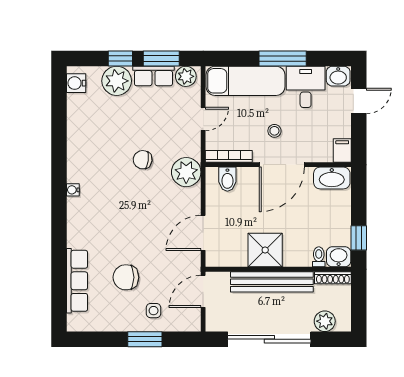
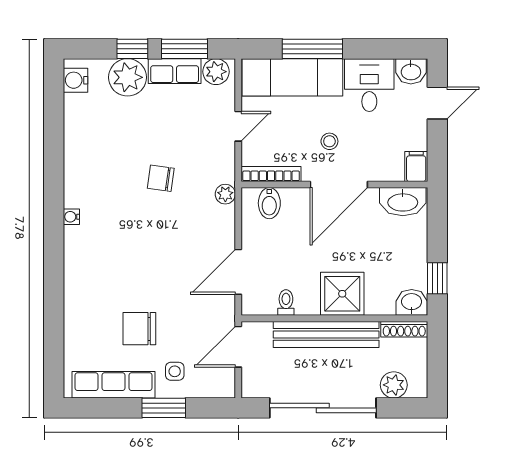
window: (283, 59) -> (312, 49), moved
plant: (186, 172) -> (225, 194), width x0.53, depth x0.53
shower: (265, 250) -> (342, 294), moved
toilet: (319, 257) -> (286, 303), moved
row of seats: (77, 281) -> (114, 385), moved, turned -90

